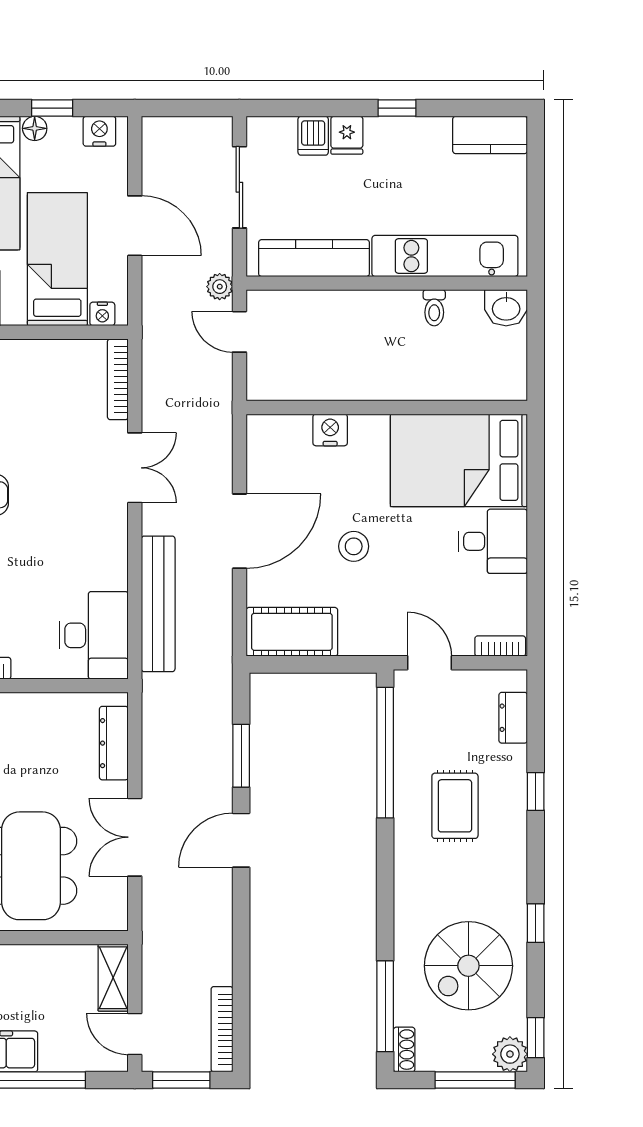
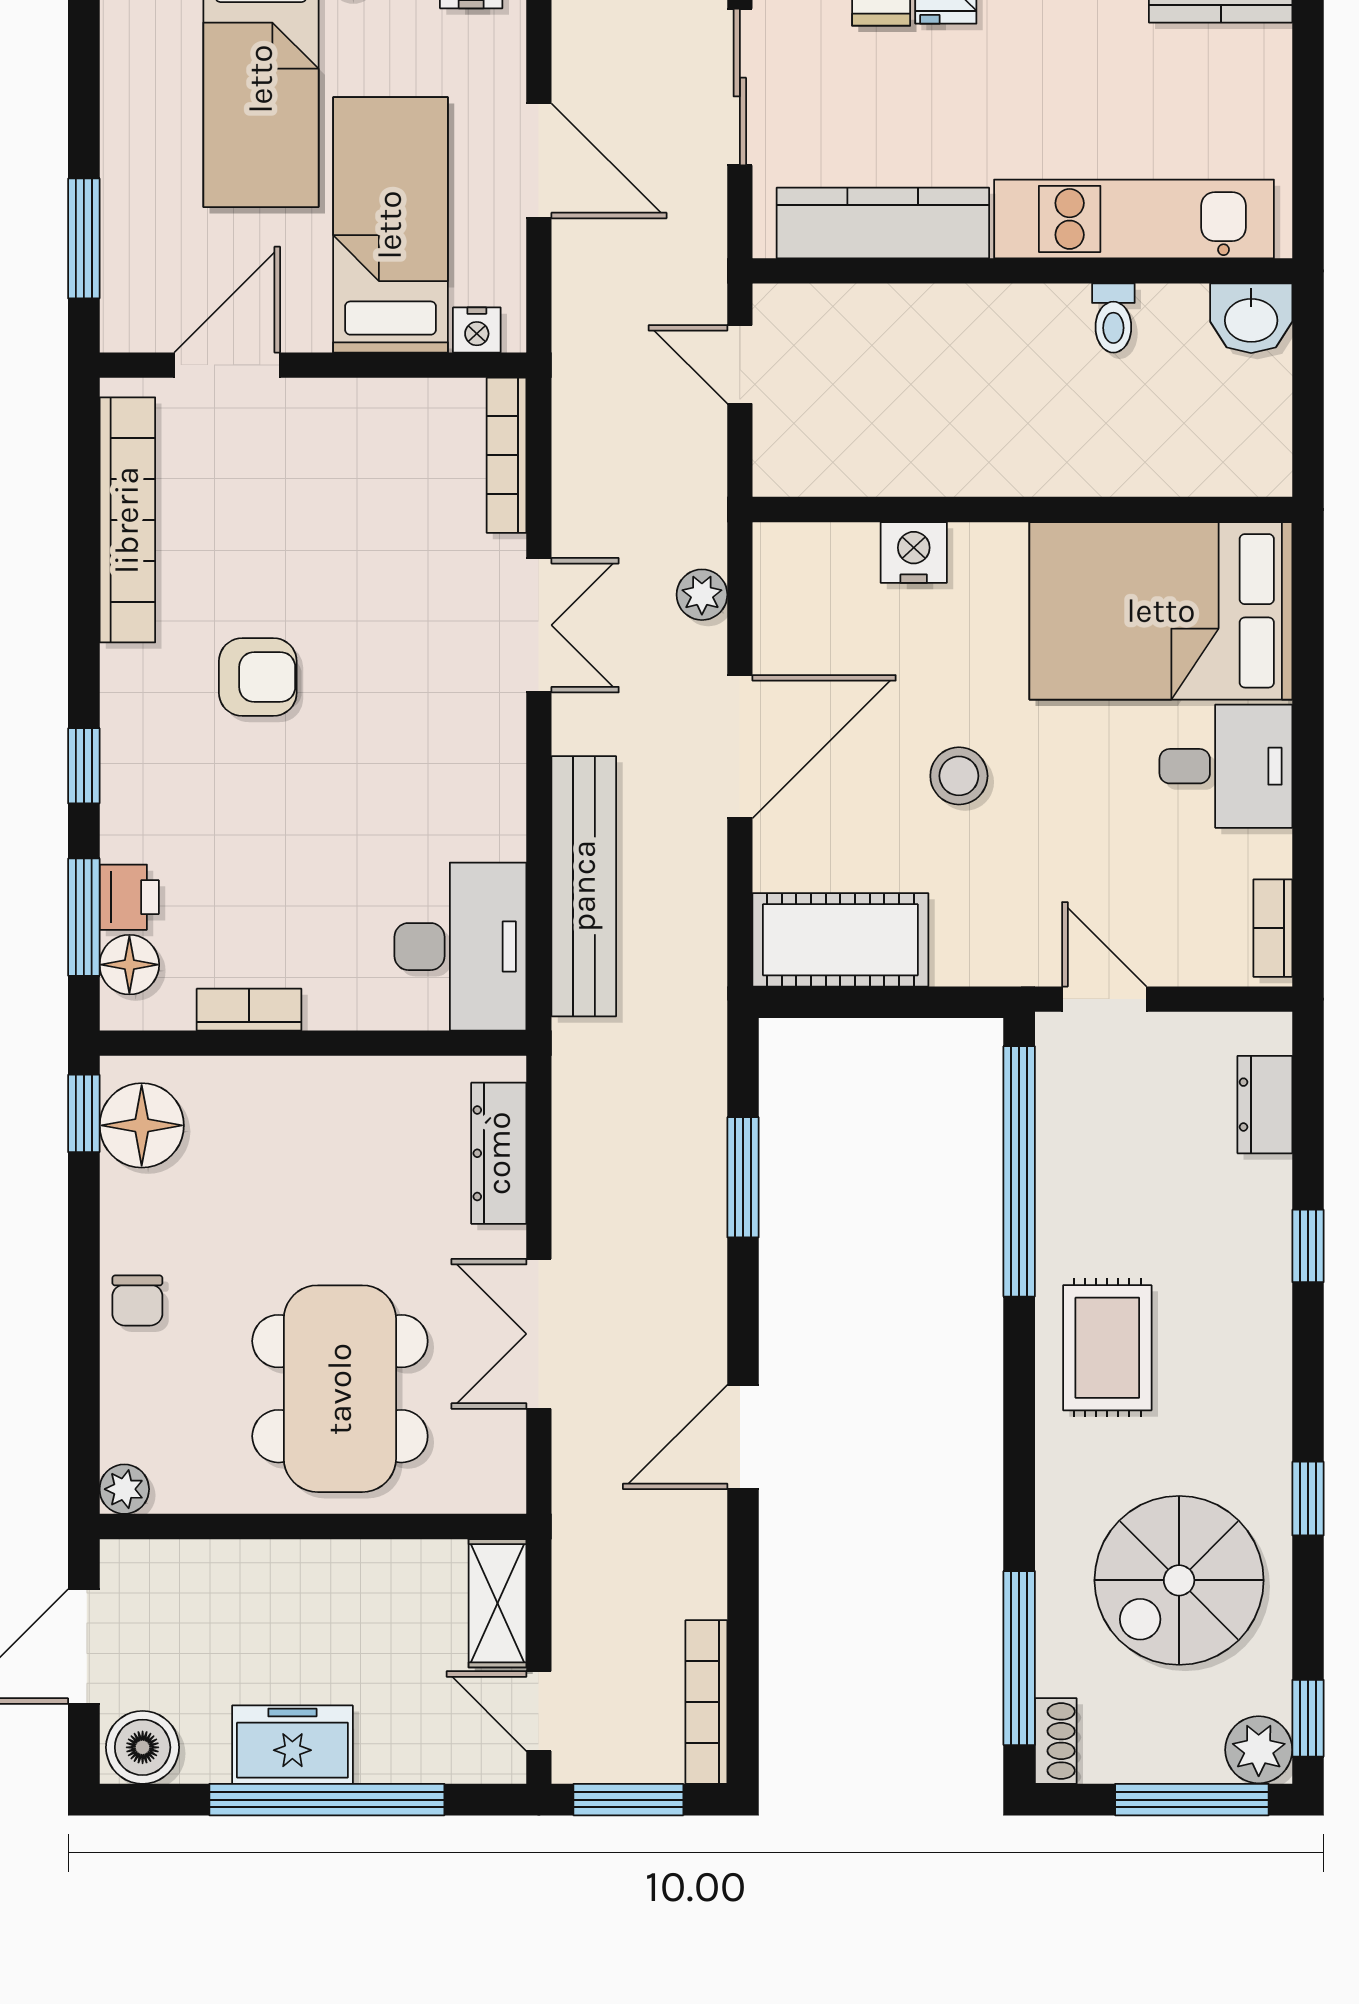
plant: (220, 287) -> (702, 595), moved
bookcase: (500, 646) -> (1273, 928), moved, turned -90
rug: (455, 806) -> (1107, 1348), moved
door: (241, 840) -> (743, 1437), moved

